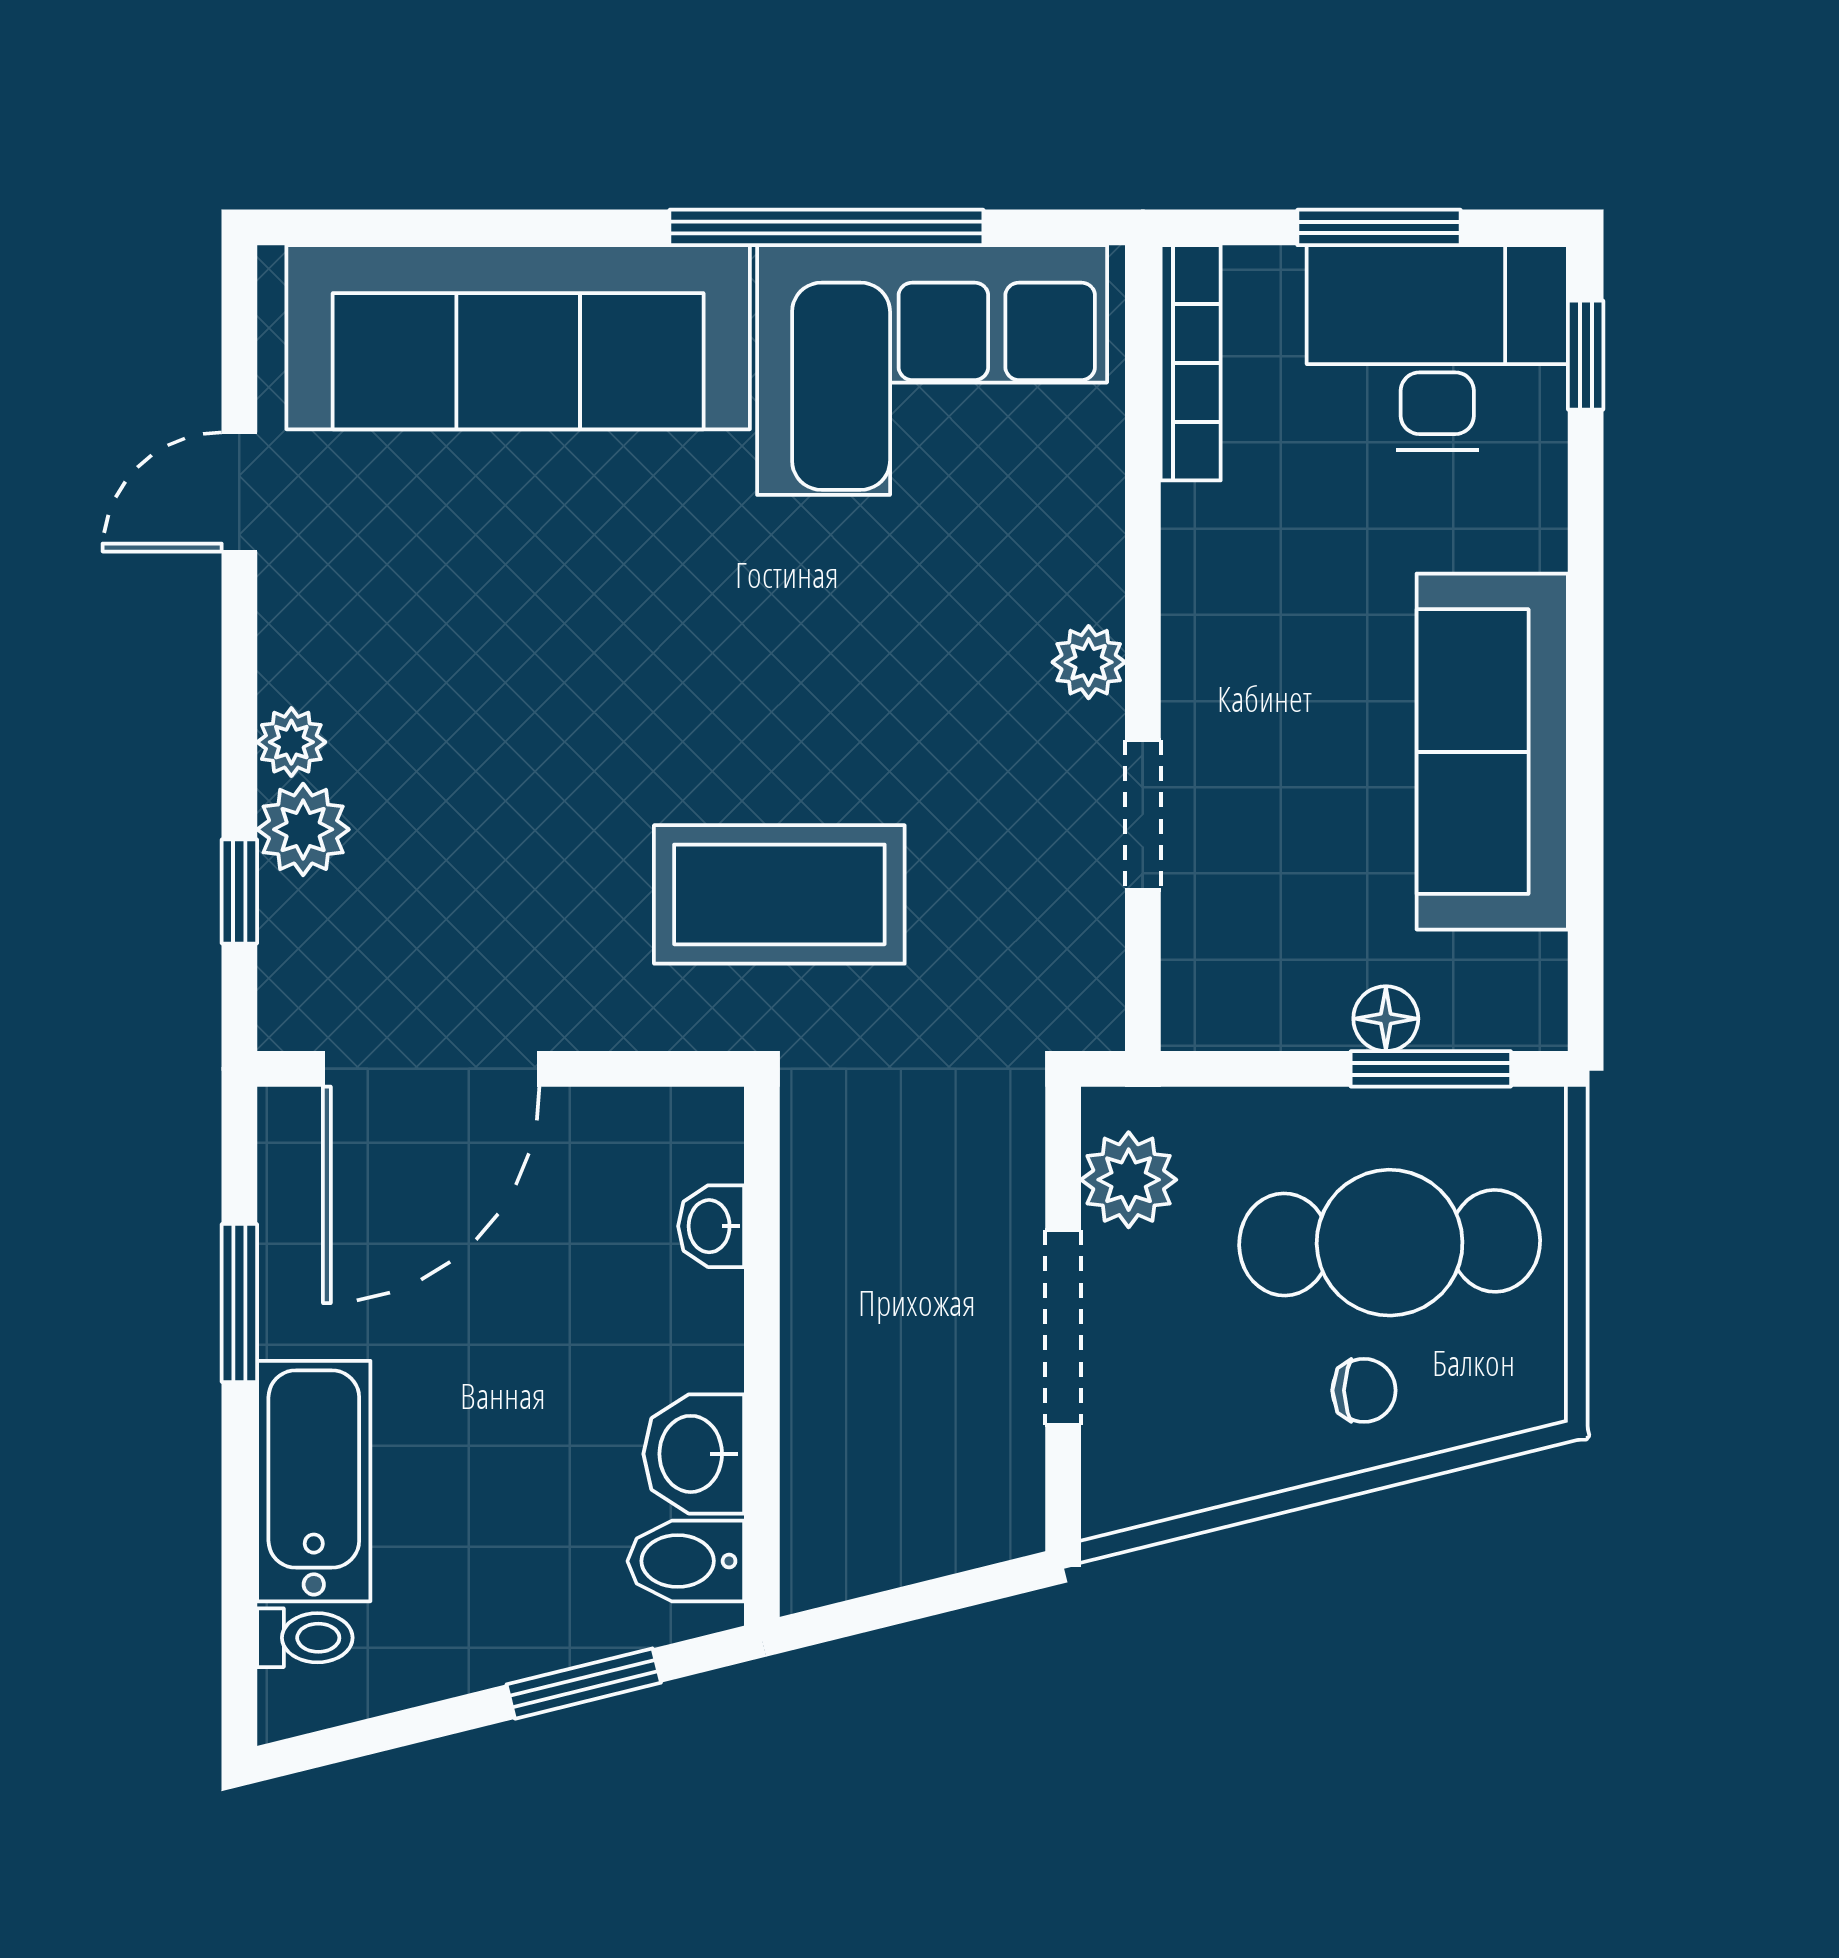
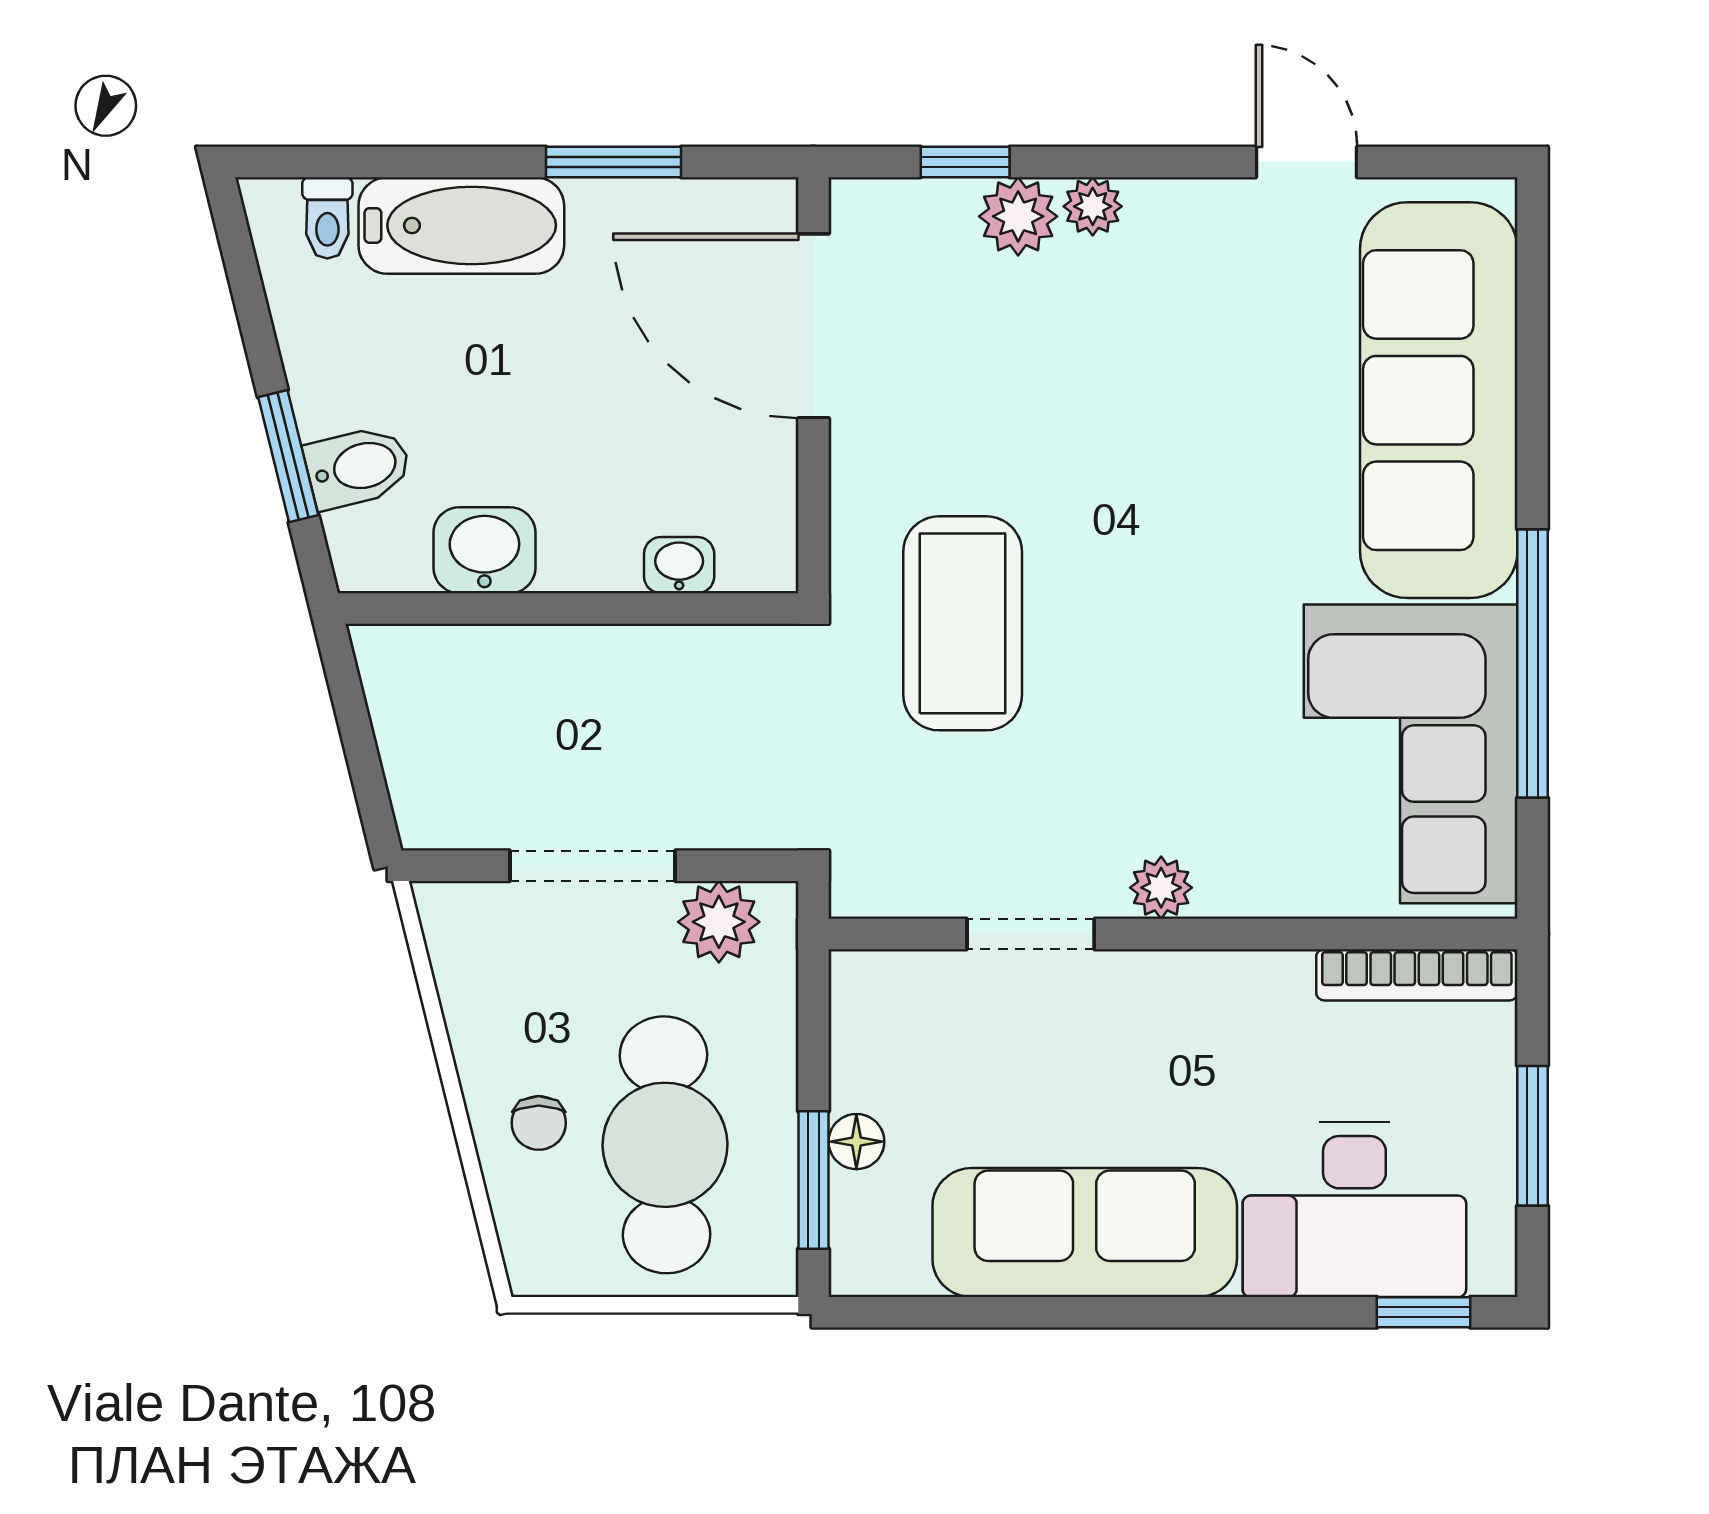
desk: (1437, 348) -> (1354, 1210), moved, turned 90
bidet: (686, 1561) -> (358, 467), moved, turned 76

